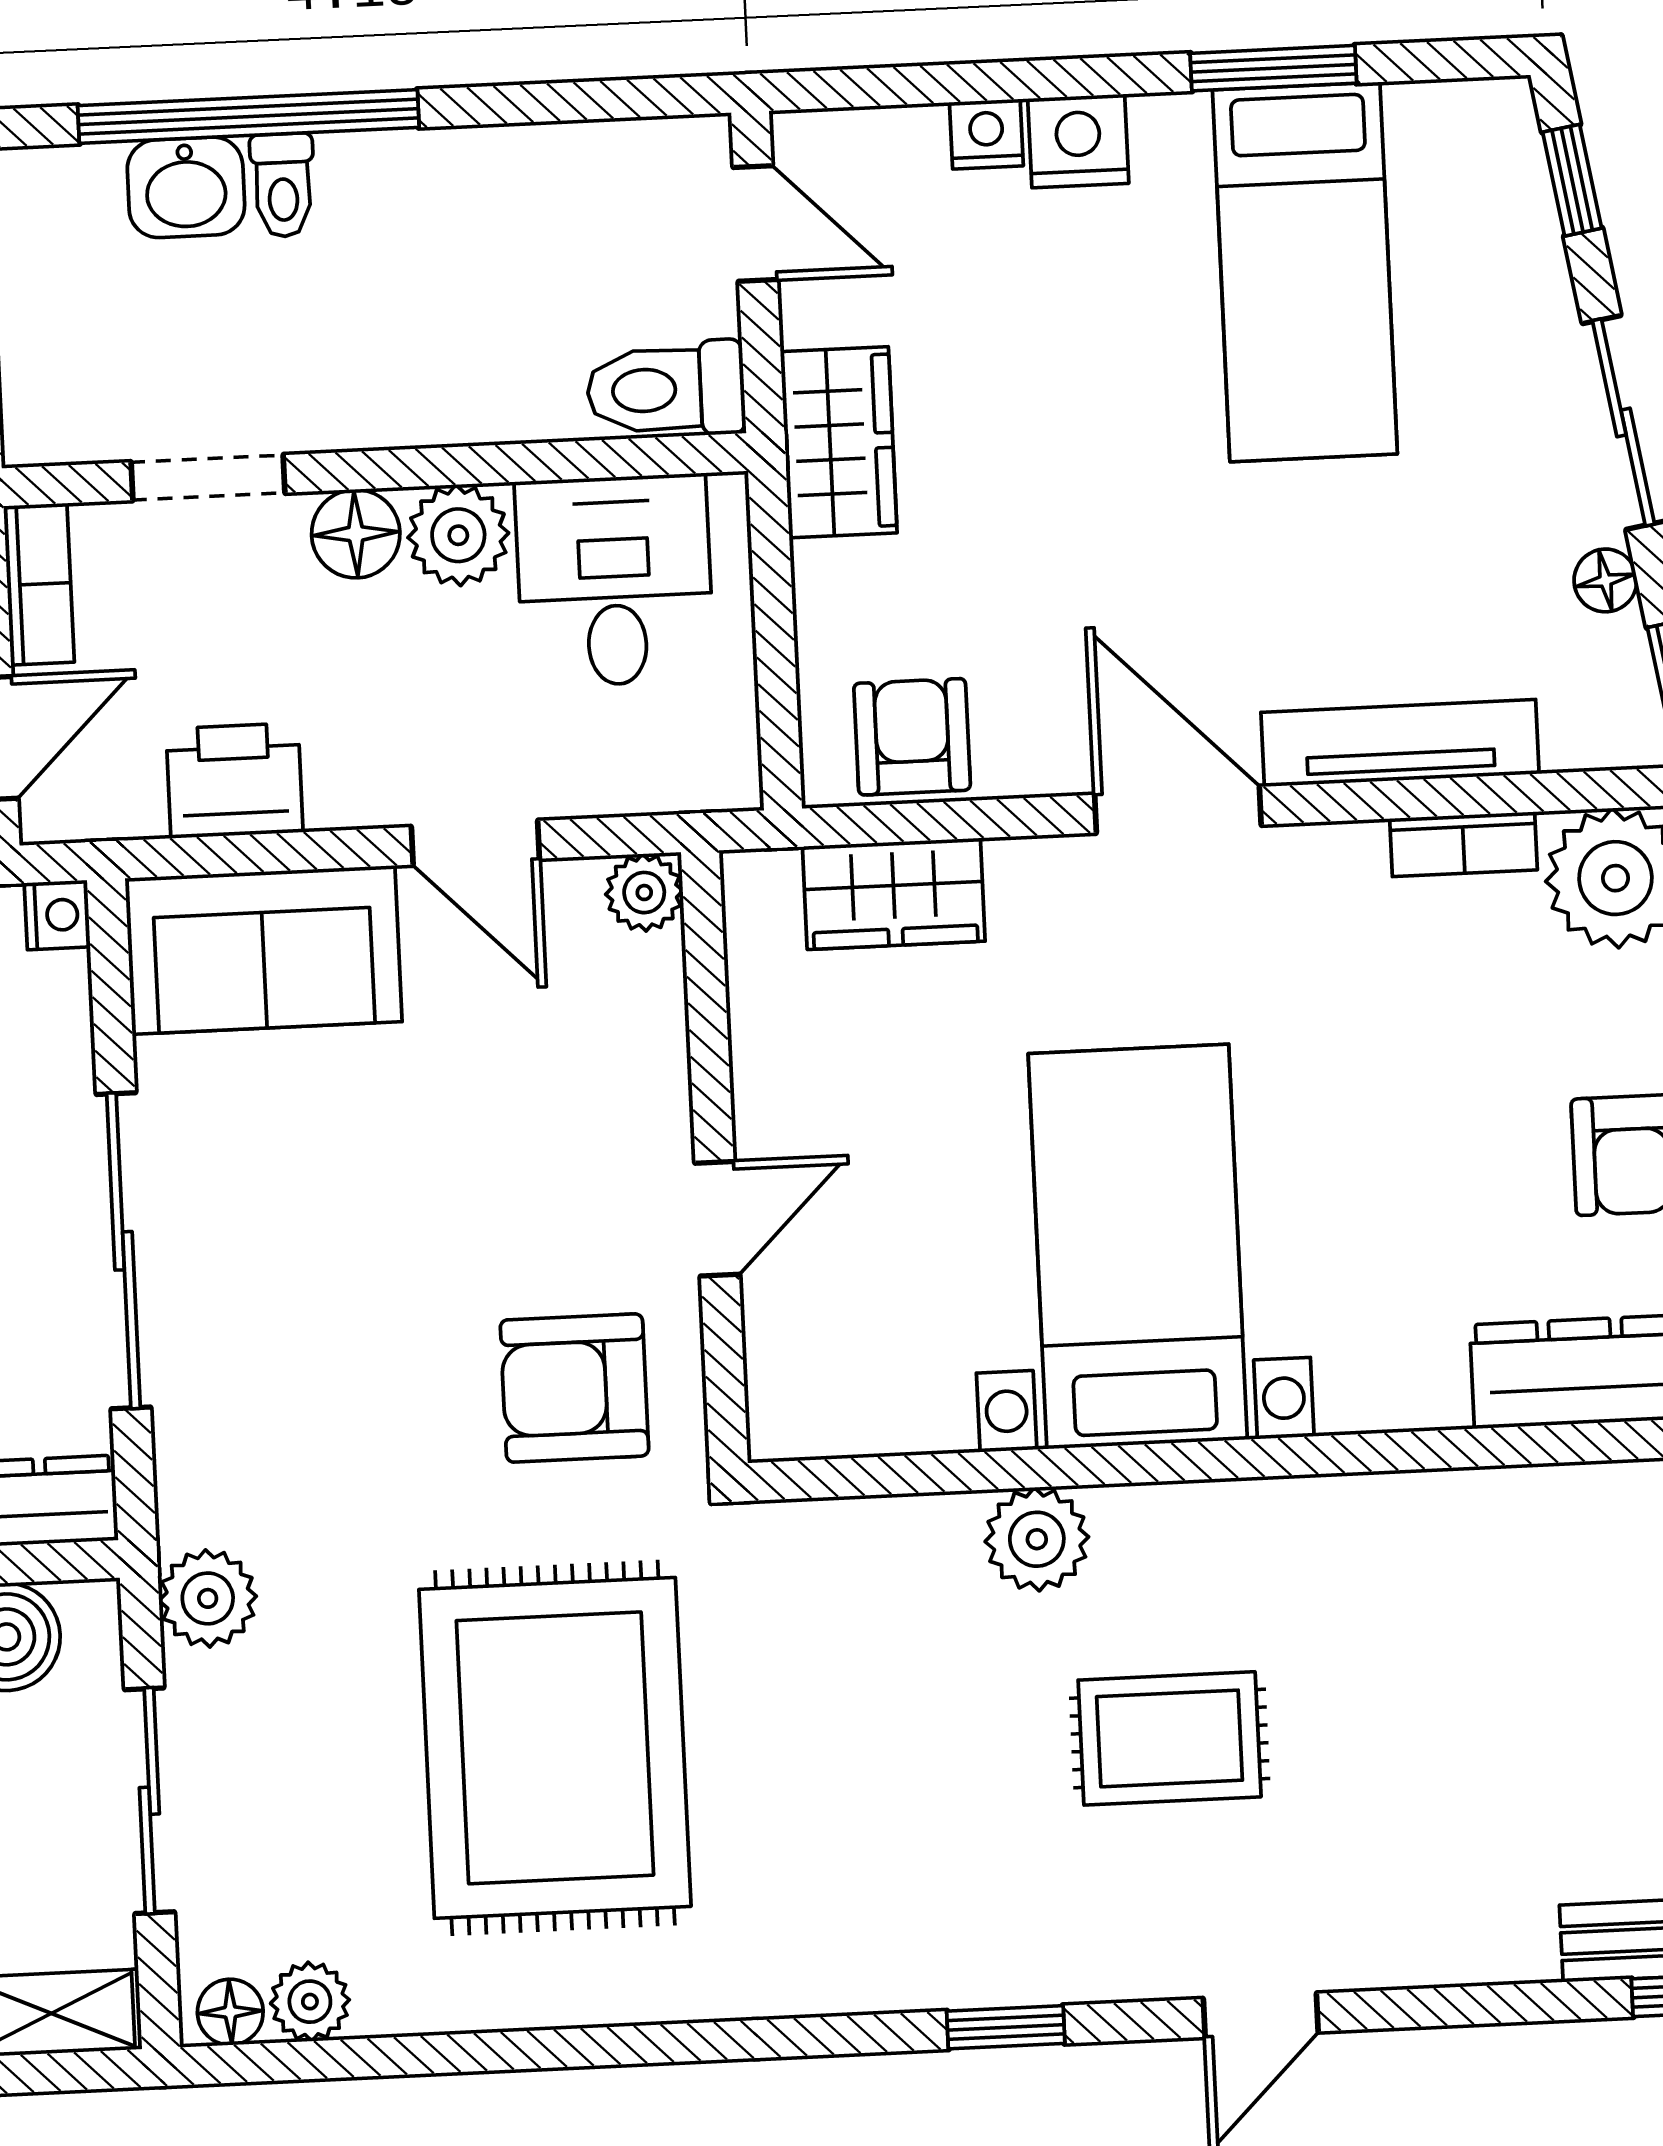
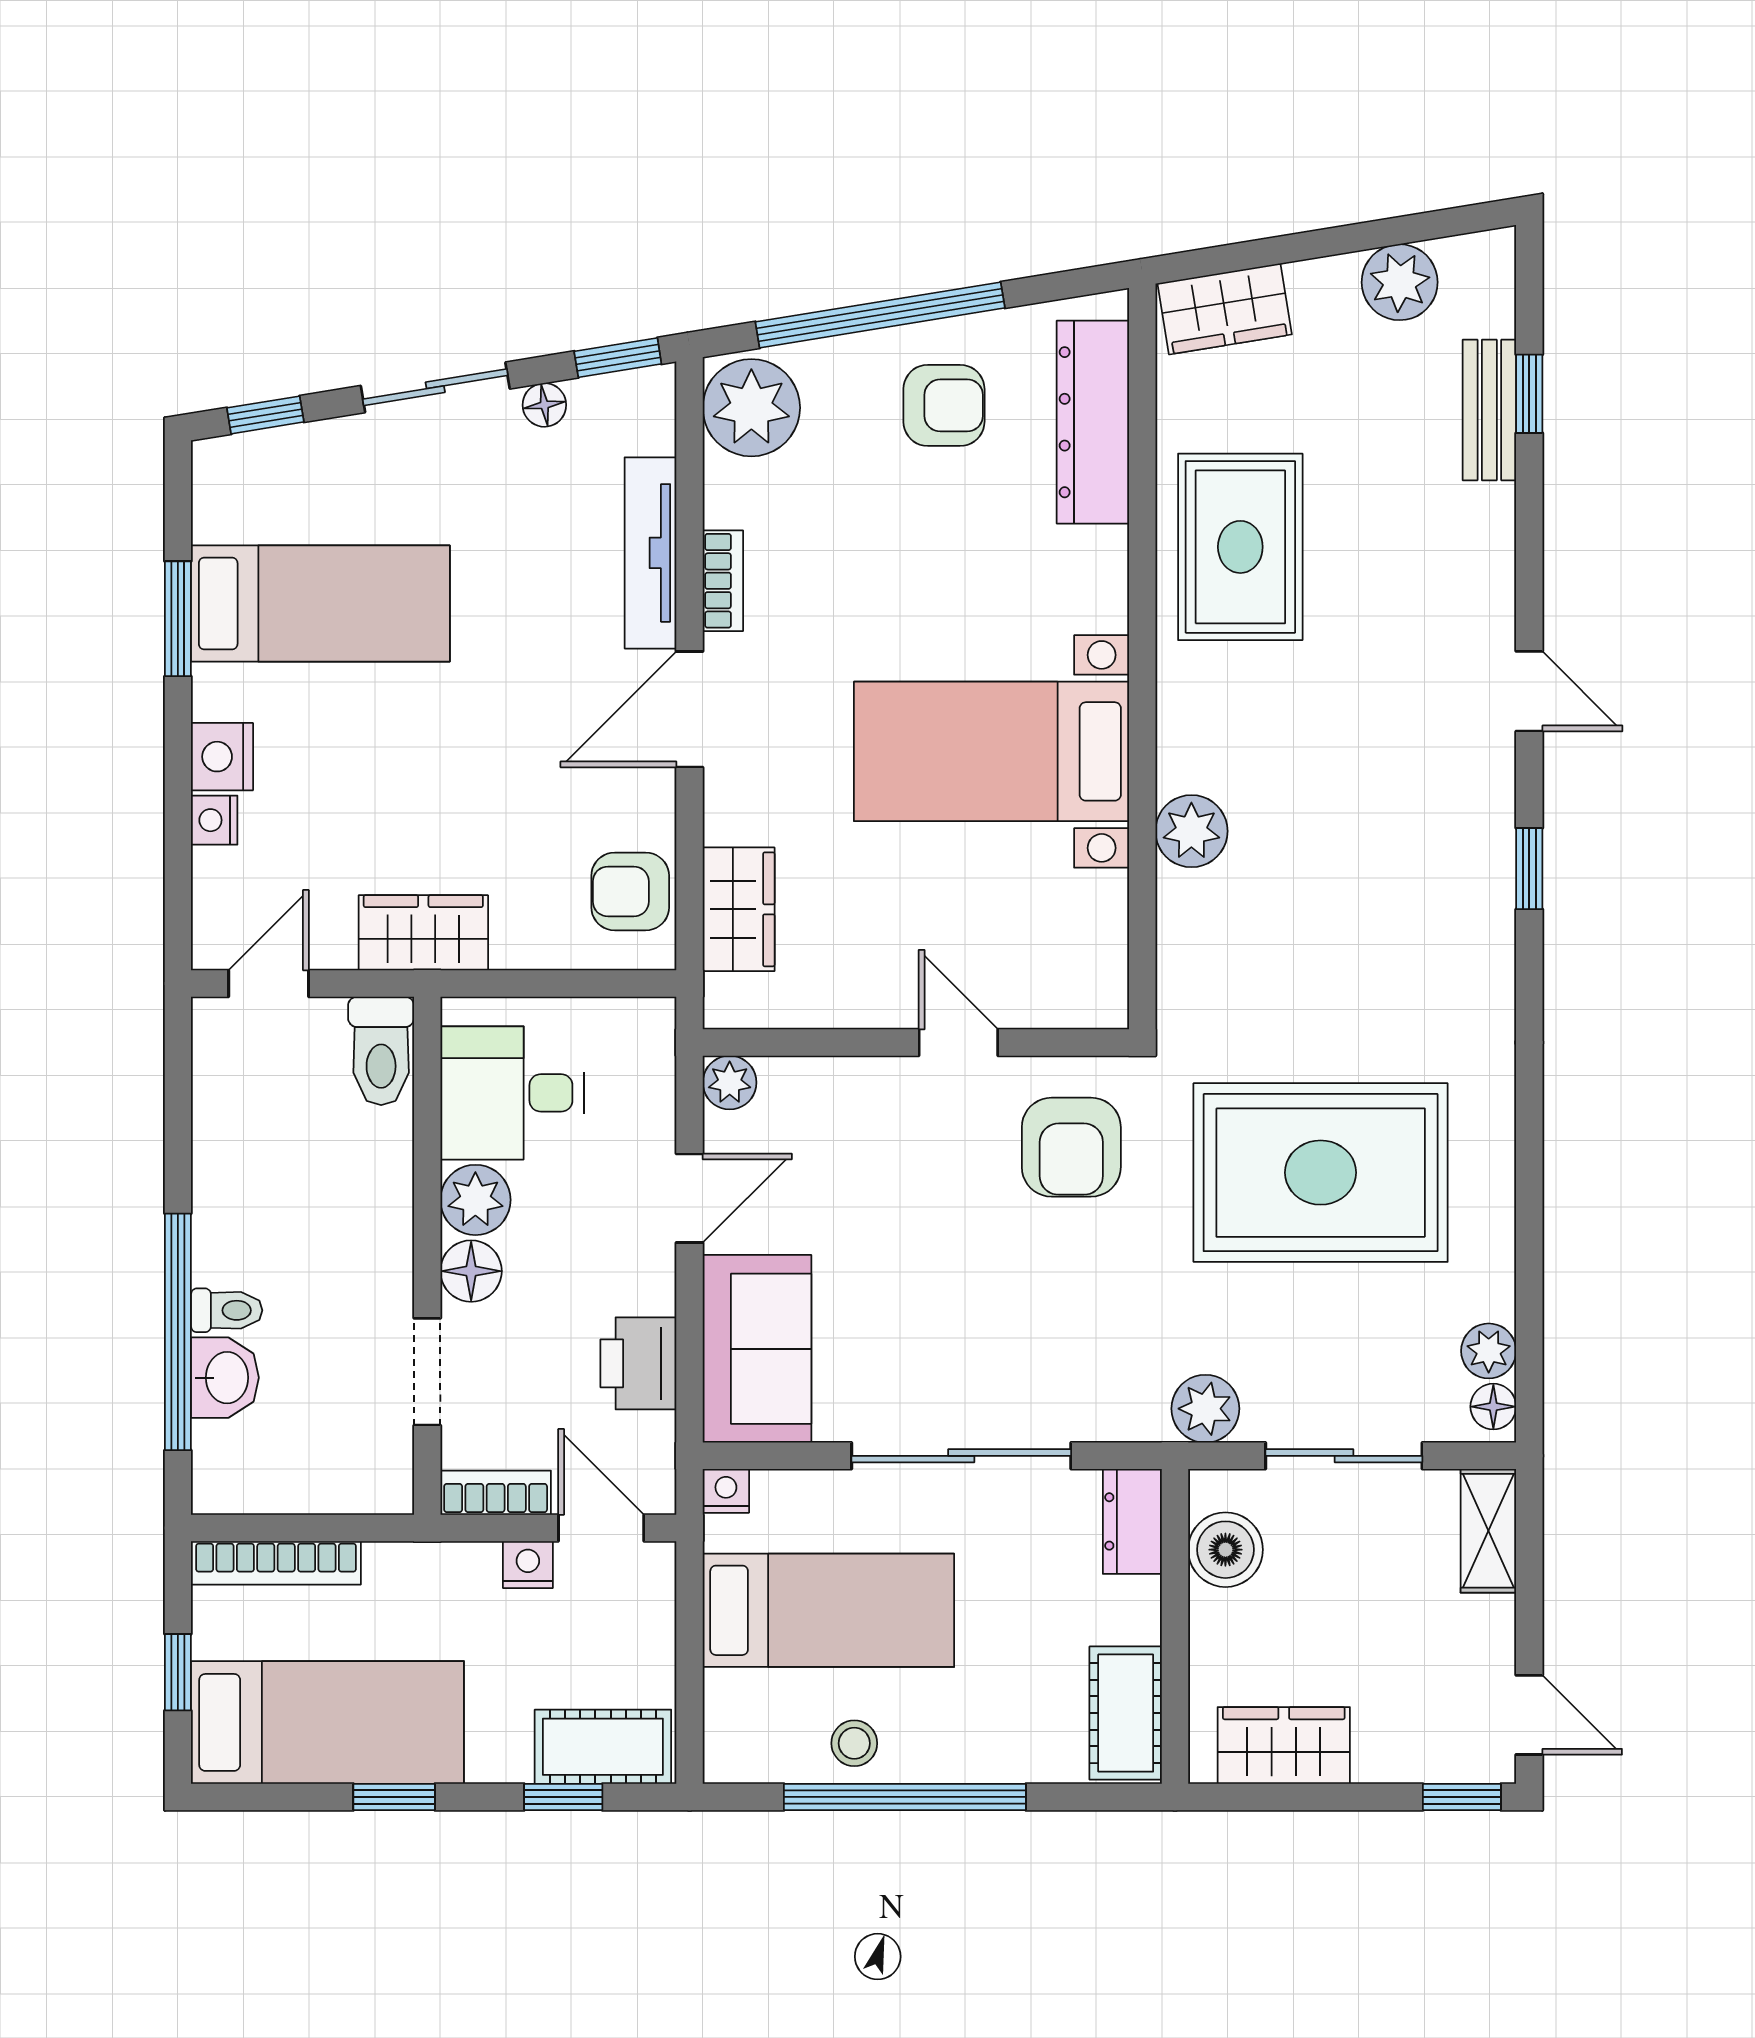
bookcase: (1464, 844) -> (723, 581), moved
rug: (1170, 1738) -> (1240, 547), moved, width x1.36, depth x1.43

